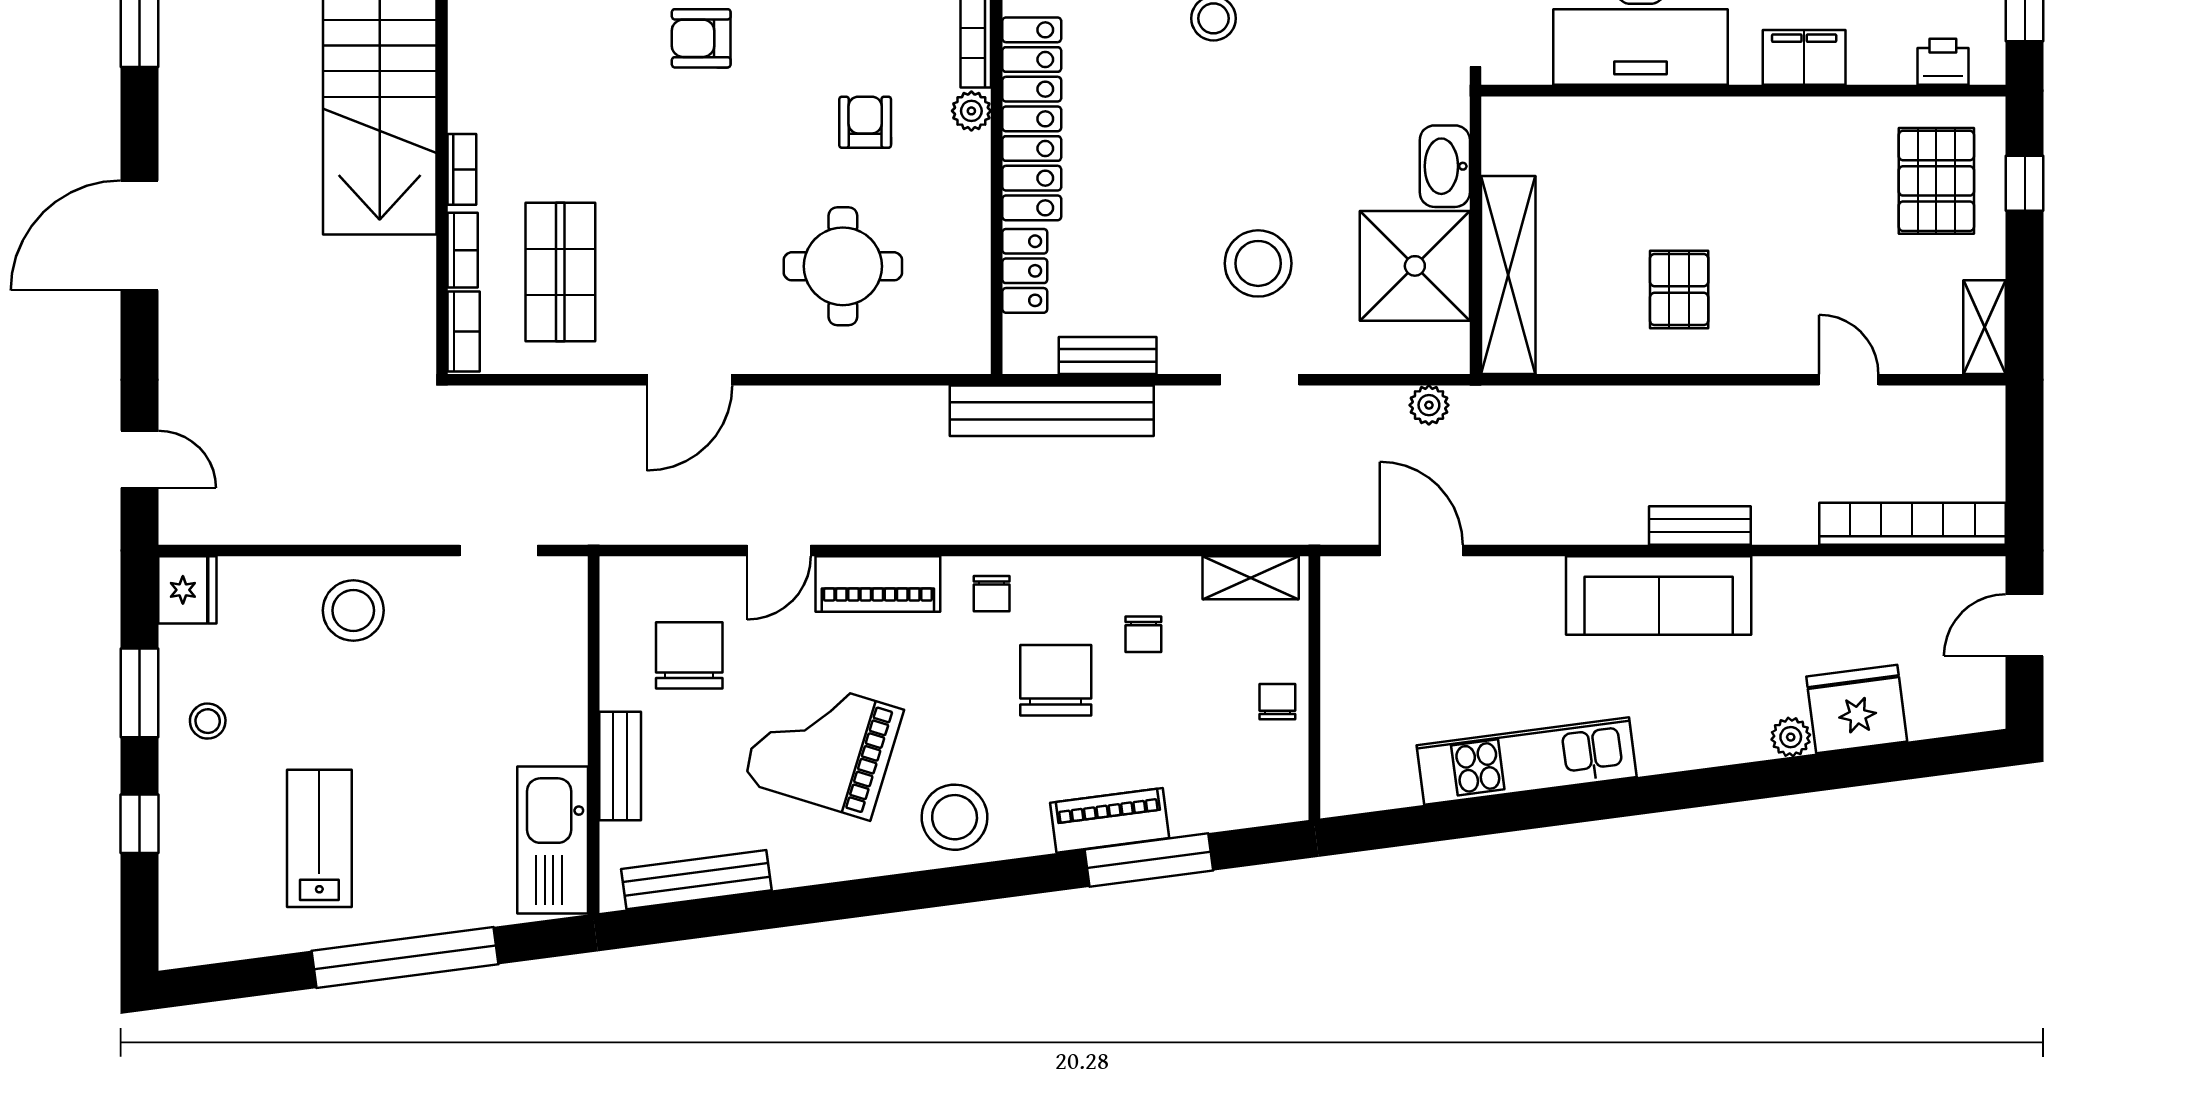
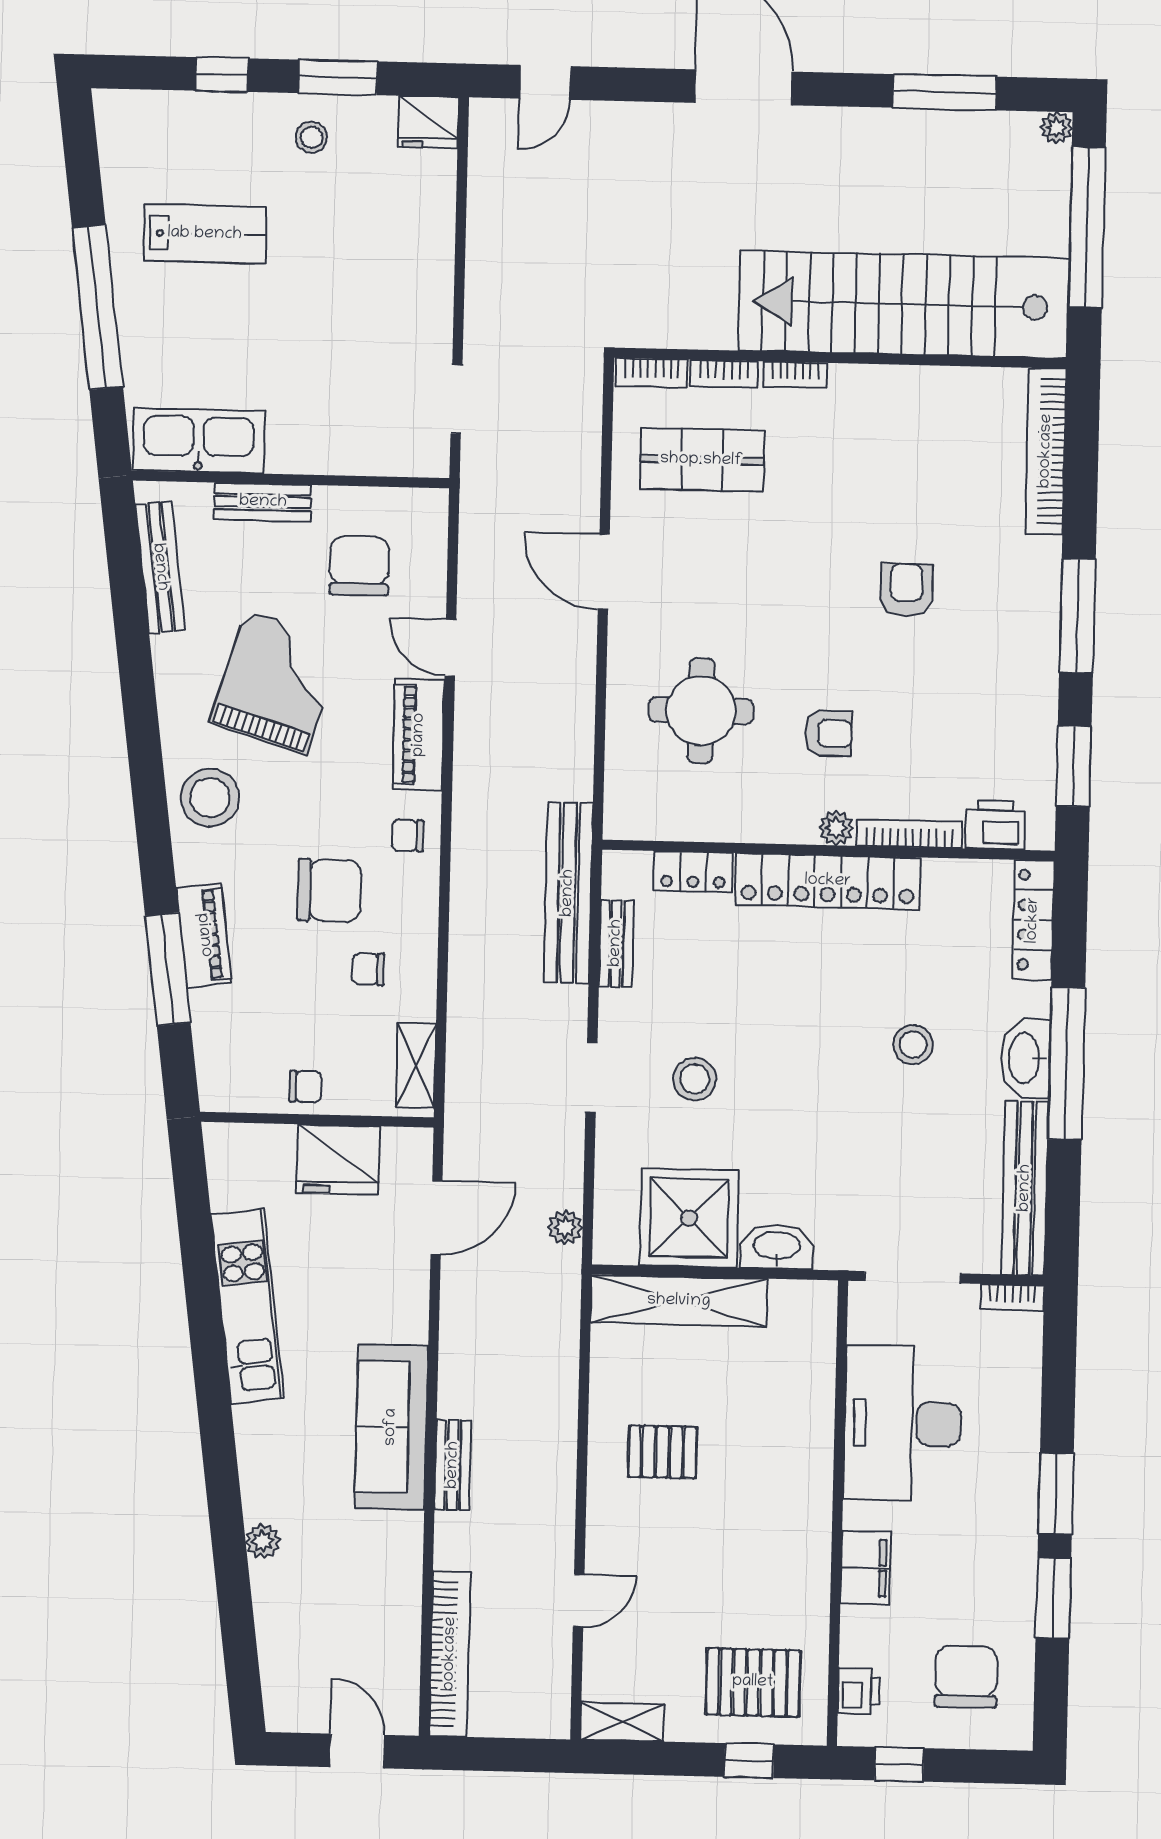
stool: (1258, 263) -> (695, 1079), width x0.73, depth x0.73
stool: (353, 610) -> (406, 269), removed
chair: (689, 655) -> (359, 566), turned -90
fridge: (1857, 709) -> (338, 1160), moved, turned 97

